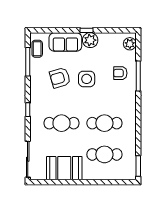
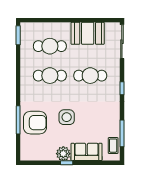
plant: (130, 44) -> (26, 150), removed
armchair: (120, 73) -> (35, 123), width x1.88, depth x1.88
armchair: (60, 78) -> (92, 118), removed

